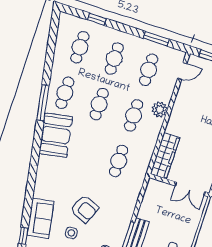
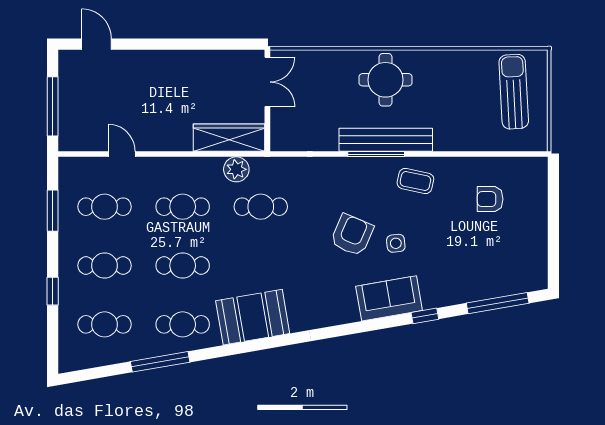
window: (97, 19) -> (53, 291), moved
door: (182, 71) -> (122, 154), moved
window: (43, 103) -> (160, 362), moved
plant: (160, 110) -> (236, 169), moved

